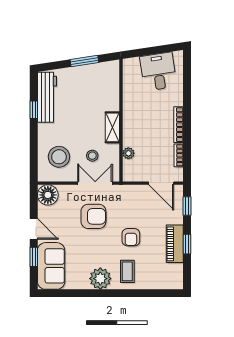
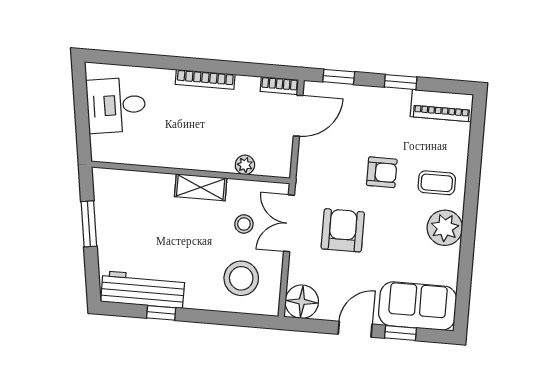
bookcase: (179, 155) -> (279, 86), moved
piano: (175, 244) -> (442, 106), moved

